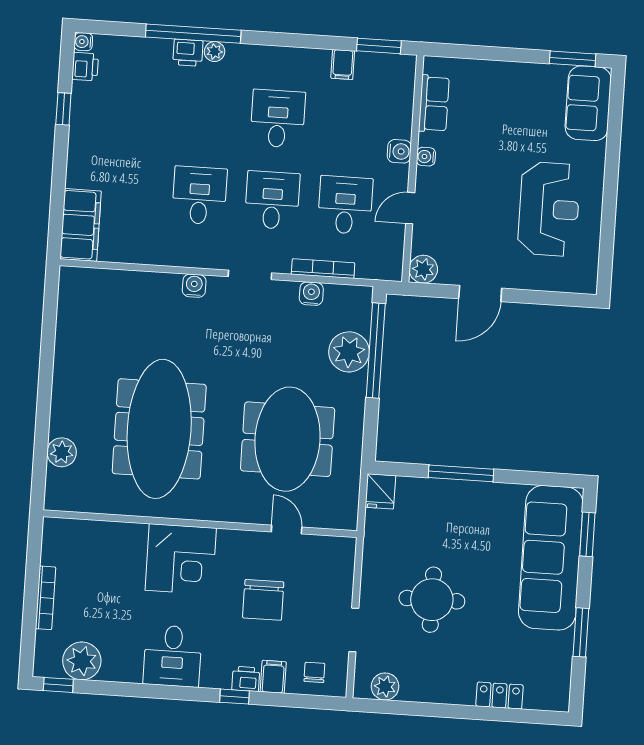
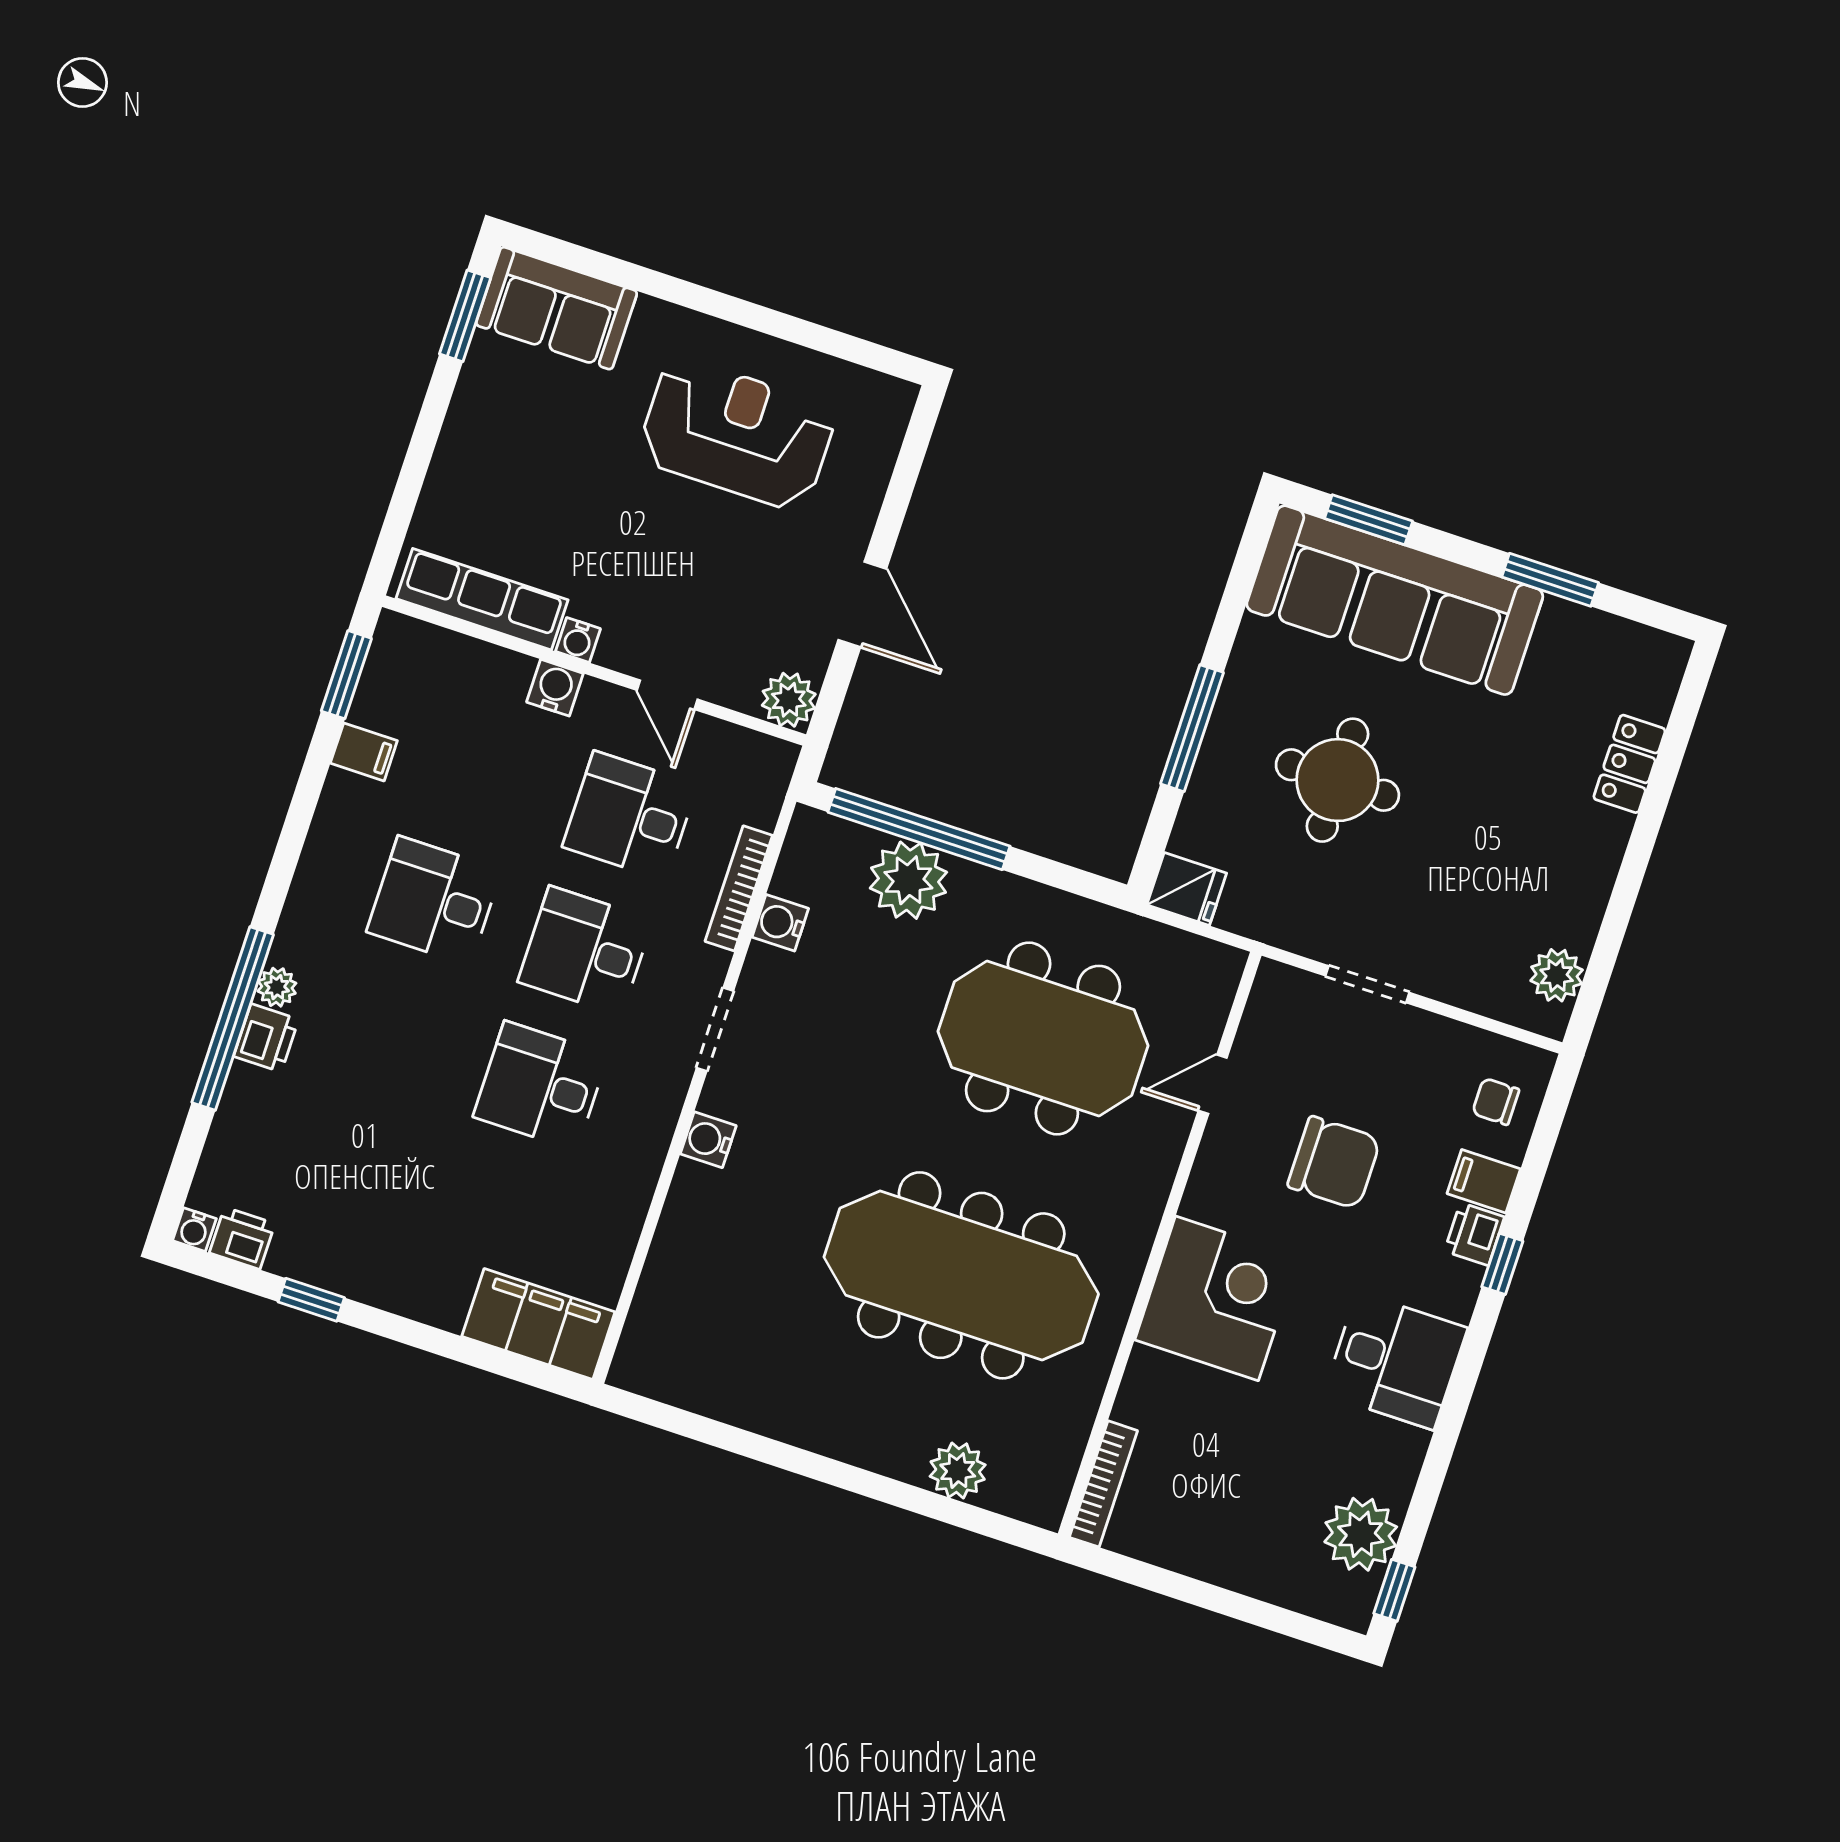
row of seats: (434, 104) -> (482, 599), width x1.48
bookcase: (45, 598) -> (1103, 1484), moved, turned 90
round table: (432, 600) -> (1337, 780), moved
doorway: (354, 630) -> (1367, 984), moved

